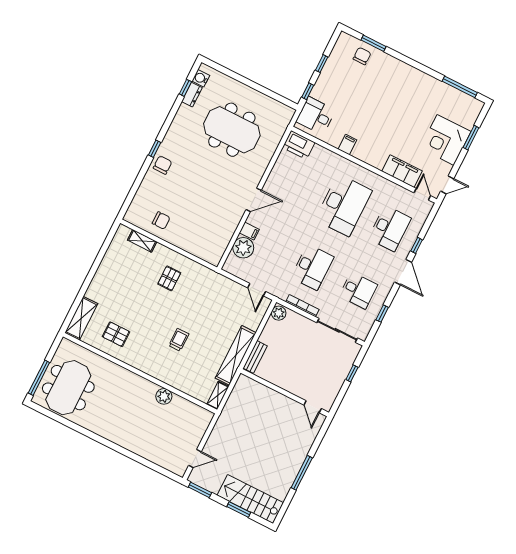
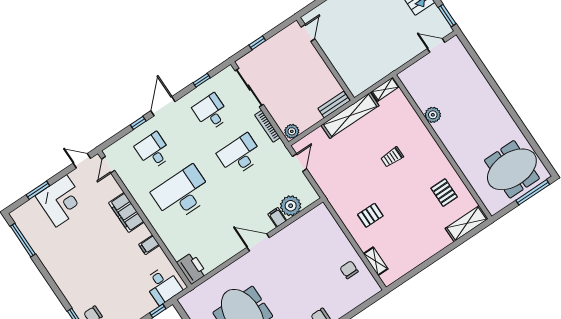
filing cabinet: (402, 171) -> (126, 212), moved
desk: (390, 228) -> (153, 151), width x0.73

